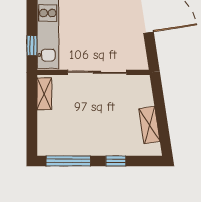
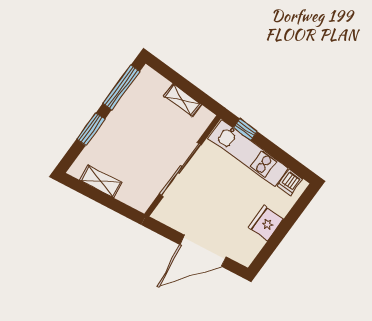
shelving: (44, 94) -> (183, 100), moved
window: (116, 161) -> (91, 129), width x1.50

